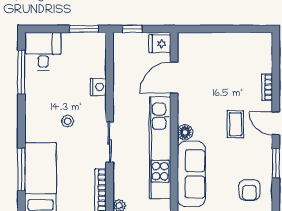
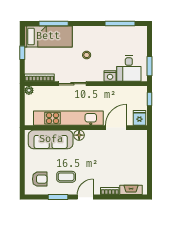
desk: (43, 51) -> (129, 68), moved, turned 90
fireplace: (265, 56) -> (131, 190), added
door: (174, 78) -> (116, 128), hinge flipped
coffee table: (235, 124) -> (66, 177), moved
armchair: (249, 190) -> (40, 179), turned 180

